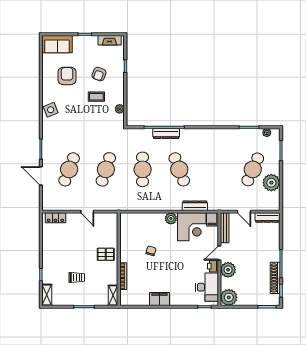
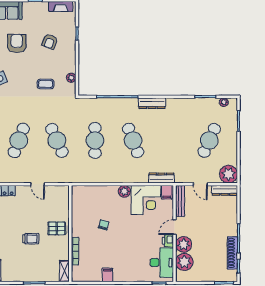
coffee table: (96, 97) -> (46, 84), moved
dresser: (166, 133) -> (152, 103), moved
cafe table: (106, 169) -> (57, 140), turned -42
plant: (271, 183) -> (229, 174), moved
dresser: (195, 206) -> (161, 178), moved
trolley: (77, 277) -> (31, 239), moved
plant: (229, 297) -> (184, 262), moved
filing cabinet: (160, 299) -> (107, 275), width x0.50

